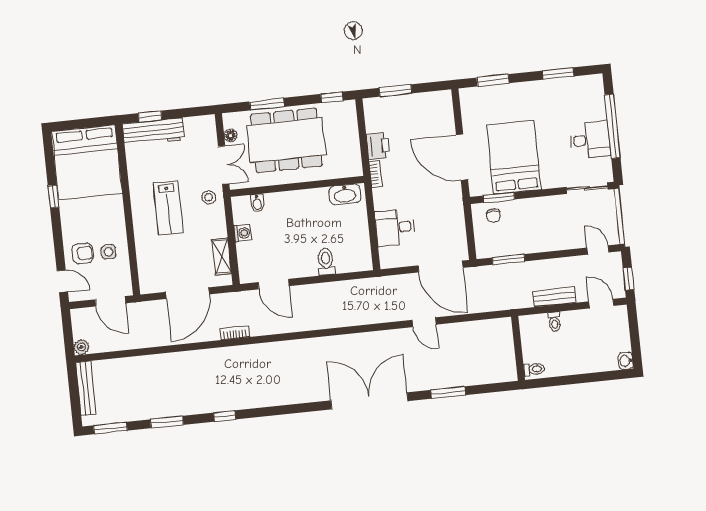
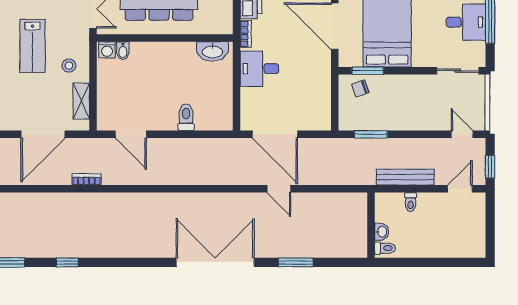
stool: (209, 197) -> (69, 66), moved
chair: (493, 216) -> (360, 88), turned 71
desk: (395, 227) -> (259, 69), moved
washing machine: (243, 233) -> (107, 50), moved, turned 90
door: (441, 267) -> (275, 134), moved
bench: (554, 297) -> (405, 177), width x1.36
door: (601, 304) -> (460, 189), hinge flipped
washbasin: (626, 361) -> (382, 232), moved, turned 180

